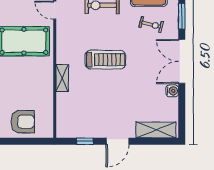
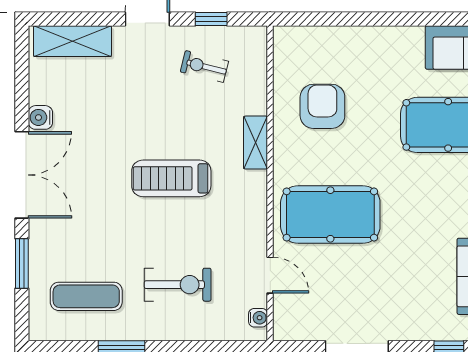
exercise bike: (151, 25) -> (204, 67), moved
armchair: (23, 122) -> (322, 106), moved, turned 90

